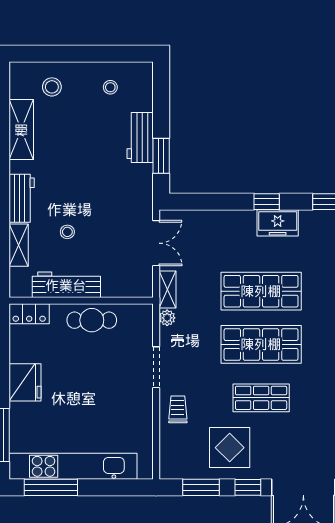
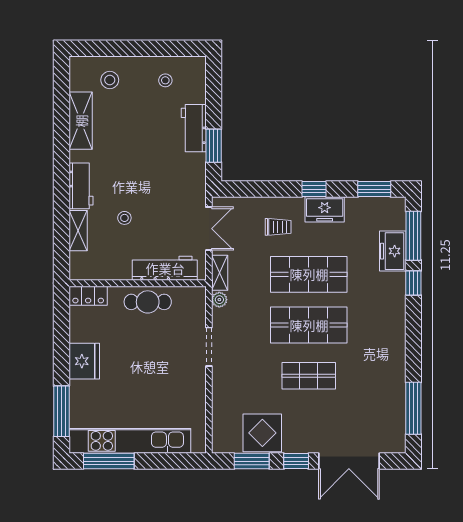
workbench: (66, 285) -> (165, 268), moved
trolley: (178, 409) -> (278, 227), moved, turned 90
display table: (230, 448) -> (262, 433), moved

